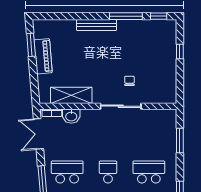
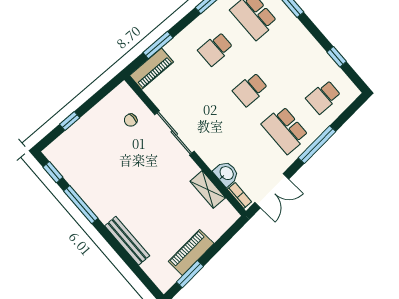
bench: (96, 25) -> (127, 241), moved
chair: (129, 81) -> (131, 120), moved
shelving: (71, 95) -> (208, 189), width x0.67, depth x0.75
piano: (169, 125) -> (151, 69), added
school desk: (149, 172) -> (215, 49), width x0.54

